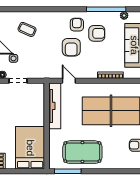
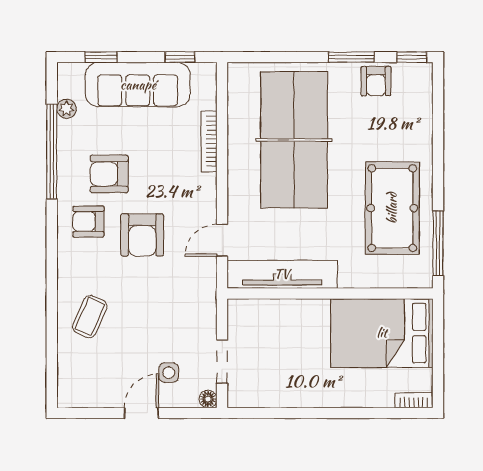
coffee table: (27, 29) -> (90, 317), moved
armchair: (97, 33) -> (109, 174), turned -90
armchair: (71, 47) -> (142, 235), turned 90

